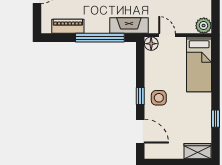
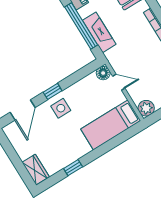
fireplace: (129, 26) -> (99, 32), moved
door: (167, 35) -> (119, 82), hinge flipped

